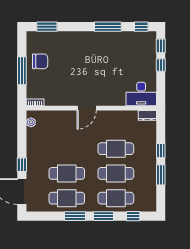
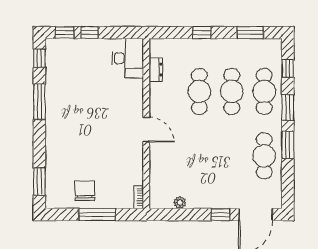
dresser: (147, 115) -> (156, 70), moved
plant: (31, 122) -> (180, 203), moved
cafe table: (67, 173) -> (232, 156), removed
window: (161, 175) -> (250, 33), moved

